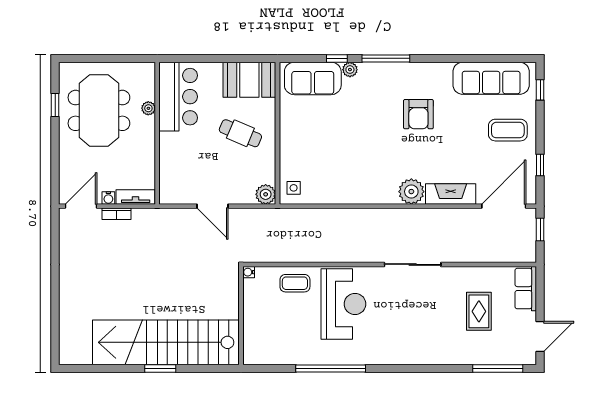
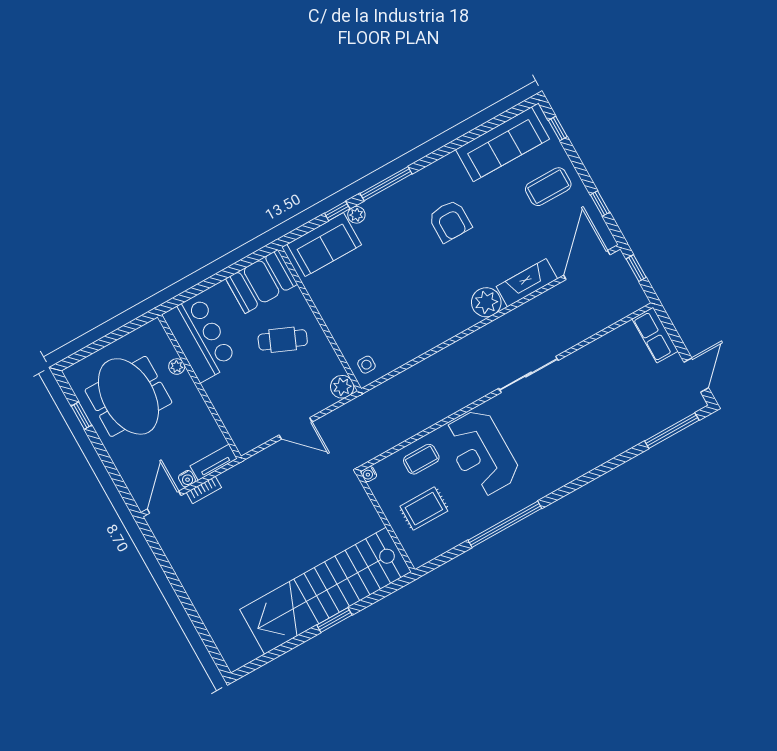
reception desk: (343, 304) -> (481, 453), turned 180
rug: (479, 311) -> (424, 509), moved, turned 90

